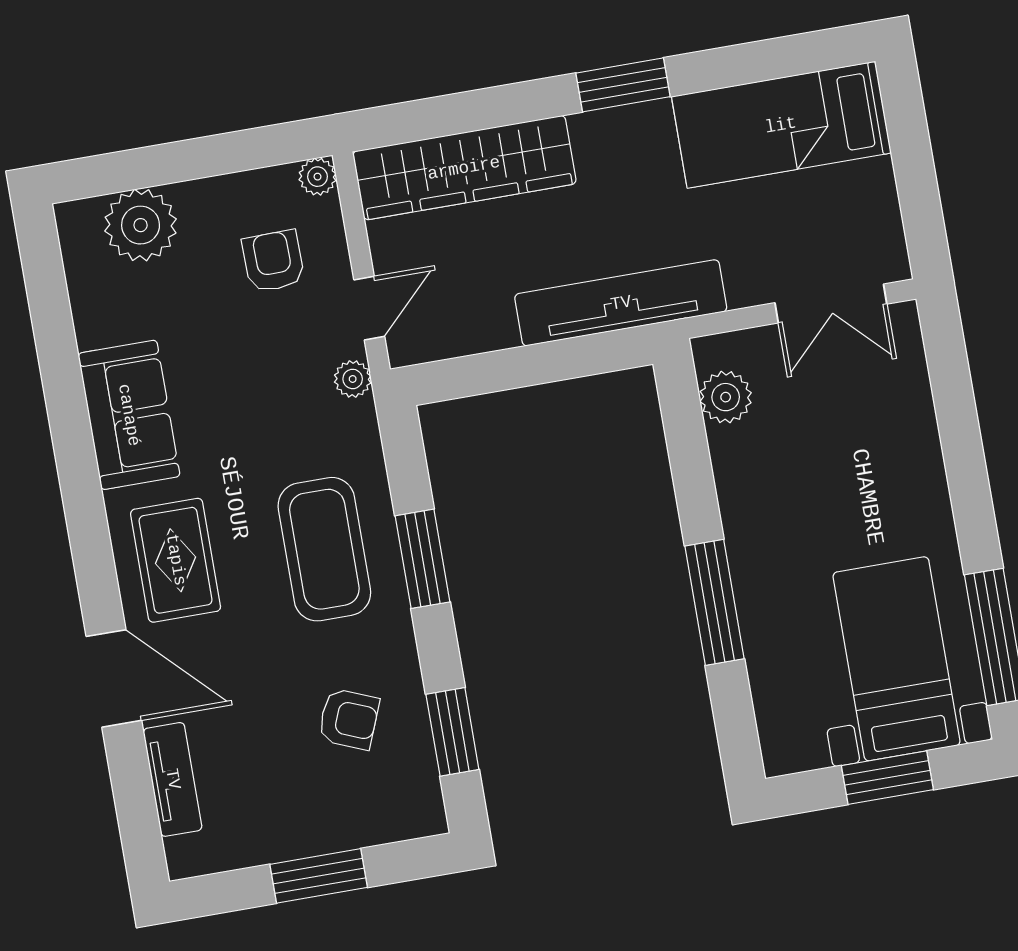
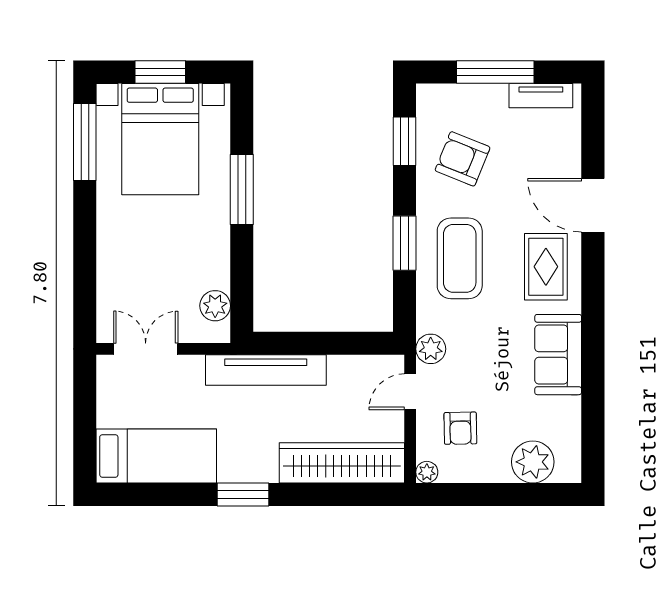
plant: (353, 379) -> (431, 349), width x1.38, depth x1.38
bed with nightstands: (897, 659) -> (160, 139), width x1.36
armchair: (349, 719) -> (463, 159), width x1.38, depth x1.38
tv unit: (173, 779) -> (541, 96), moved, turned -90
window: (319, 876) -> (495, 72), width x1.44

